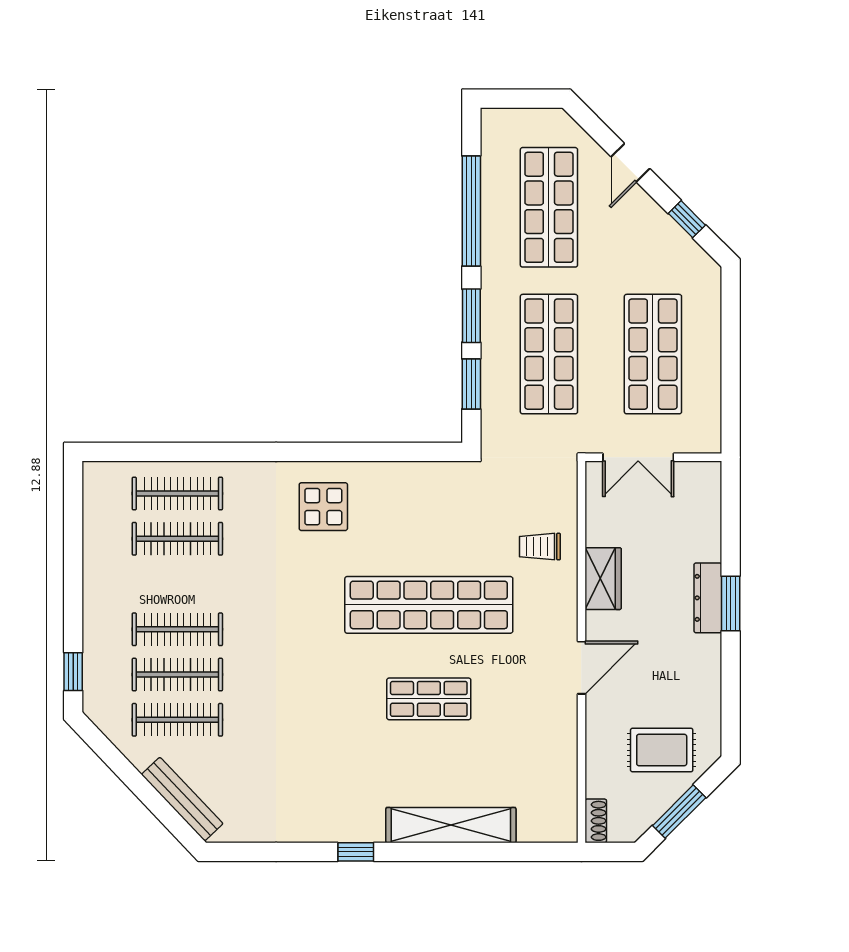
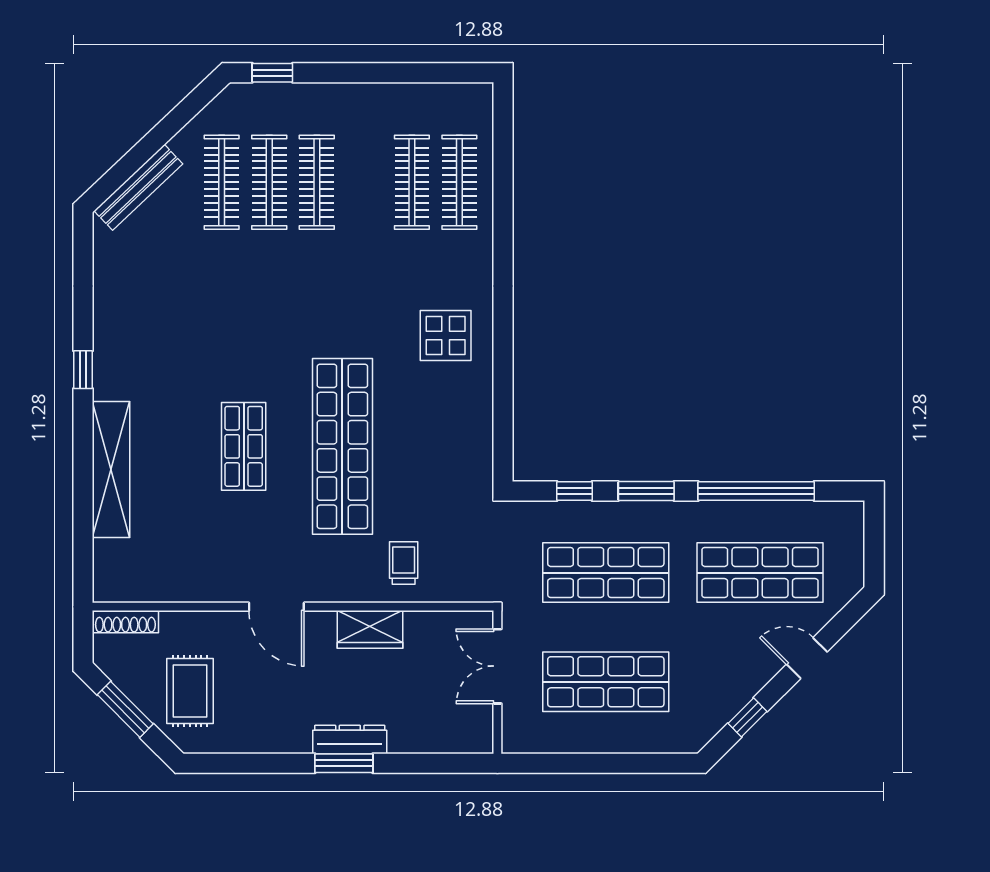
window: (471, 384) -> (574, 491), width x0.67
shoe rack: (596, 821) -> (125, 622), width x1.43

